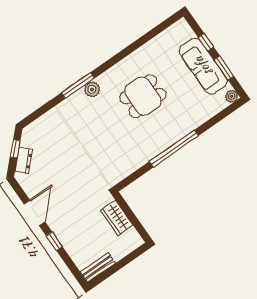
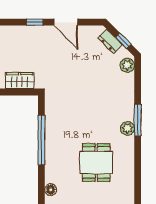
floor lamp: (196, 120) -> (51, 190), added
plant: (35, 130) -> (127, 65), added
window: (174, 149) -> (41, 140), moved

